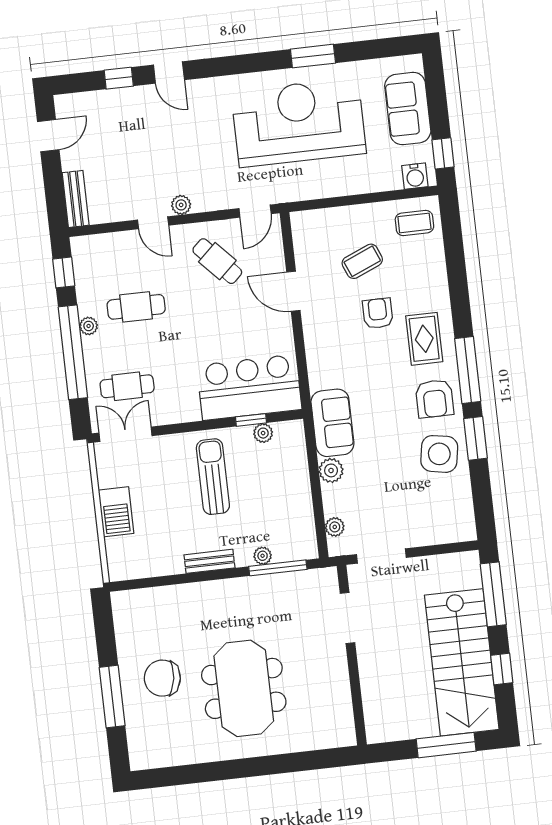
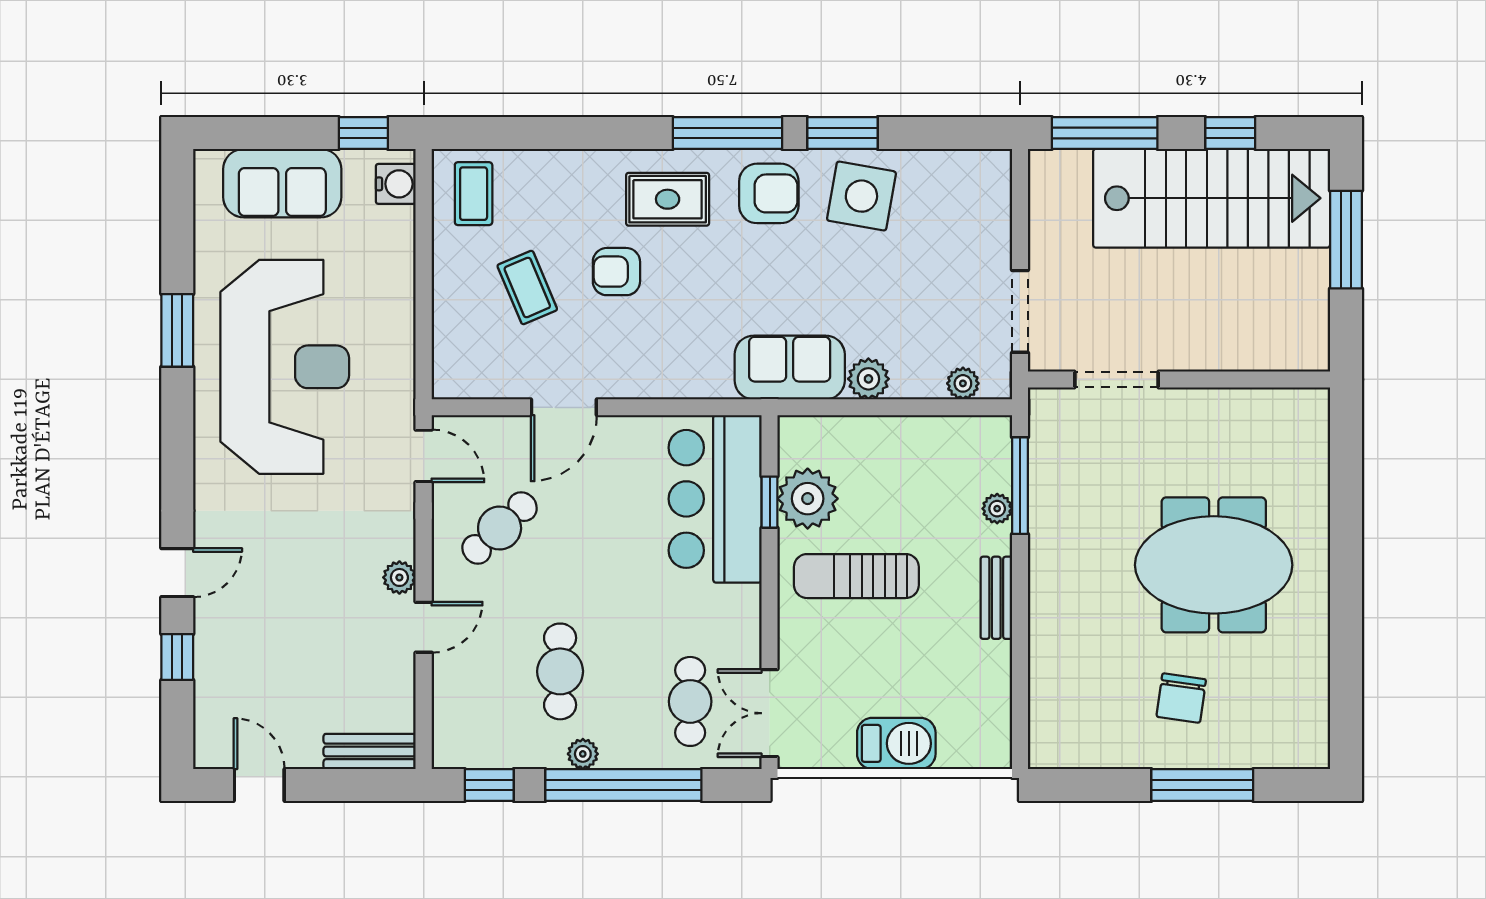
reception desk: (299, 122) -> (285, 367), turned 180
plant: (263, 433) -> (808, 499), width x1.87, depth x1.87
chair: (162, 678) -> (1181, 698), width x0.73, depth x0.73

